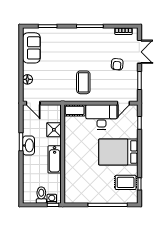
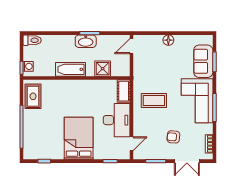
corner sofa: (84, 42) -> (197, 101), added
sofa: (31, 48) -> (203, 61), moved, turned 90
floor lamp: (27, 79) -> (168, 40), moved
door: (123, 103) -> (131, 144), swing flipped
rug: (126, 182) -> (33, 96), moved
toilet: (41, 195) -> (32, 40), moved

